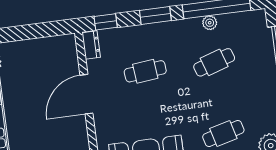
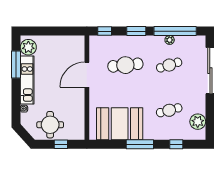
dresser: (91, 45) -> (94, 44), removed
cafe table: (145, 71) -> (125, 65), width x1.37, depth x1.35

